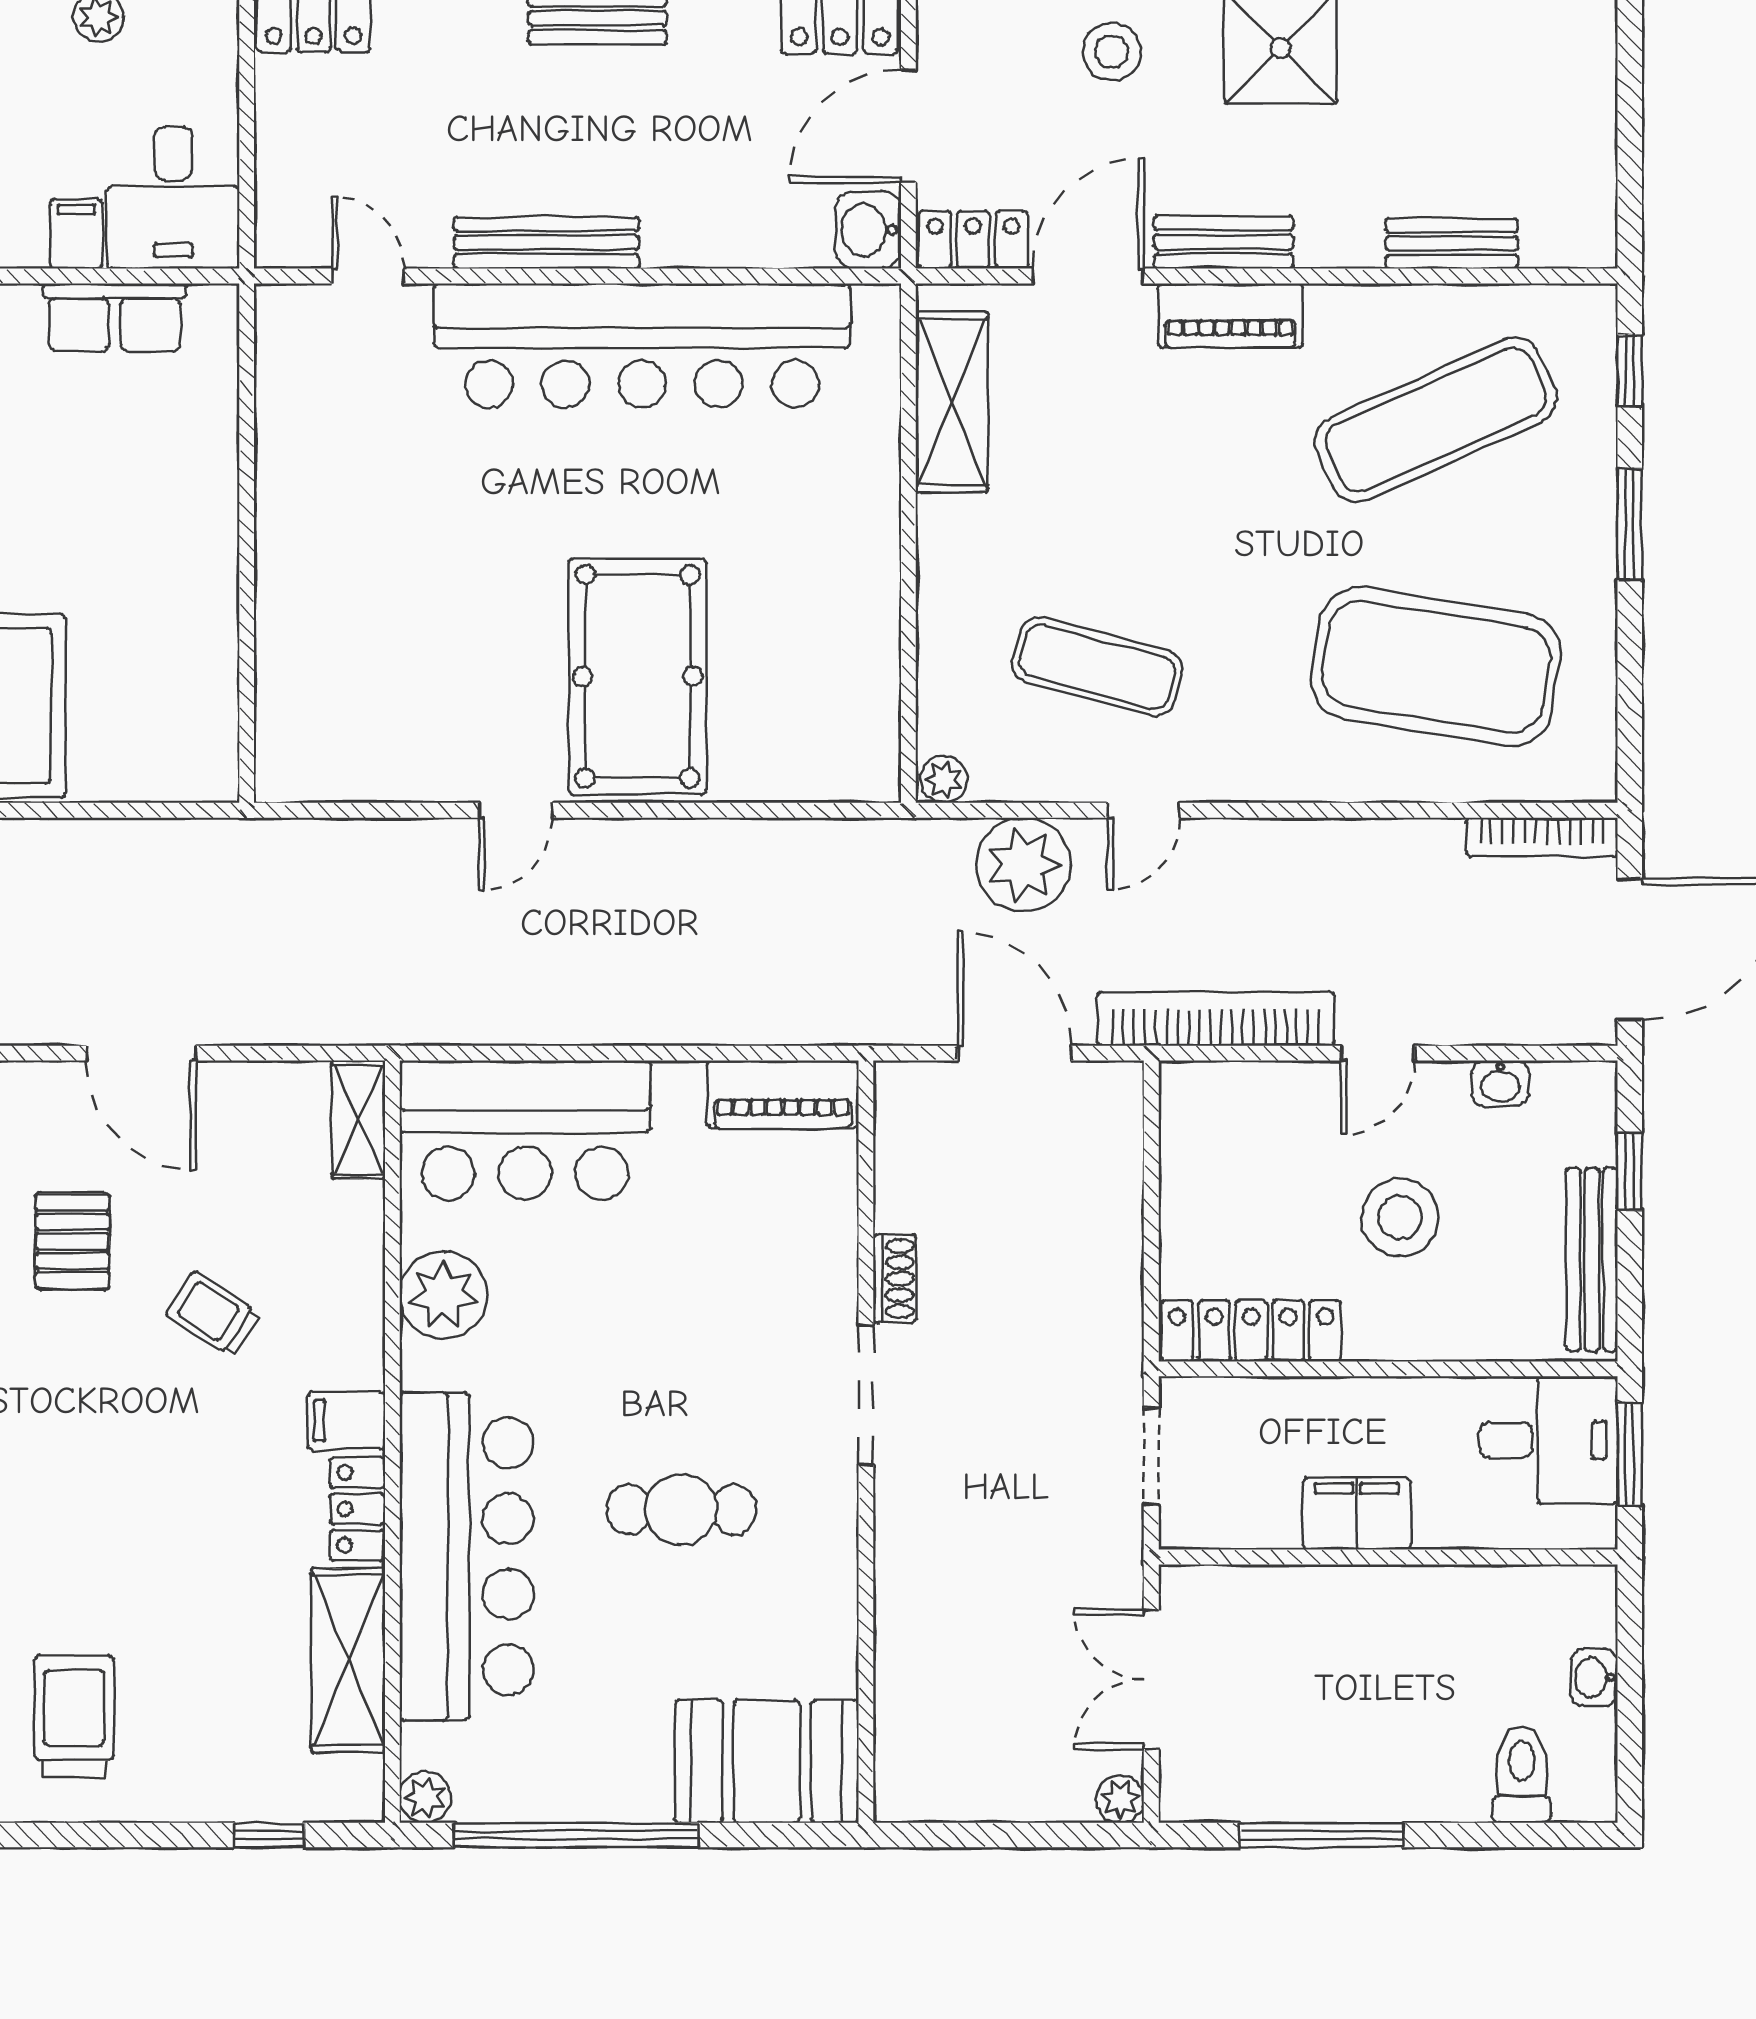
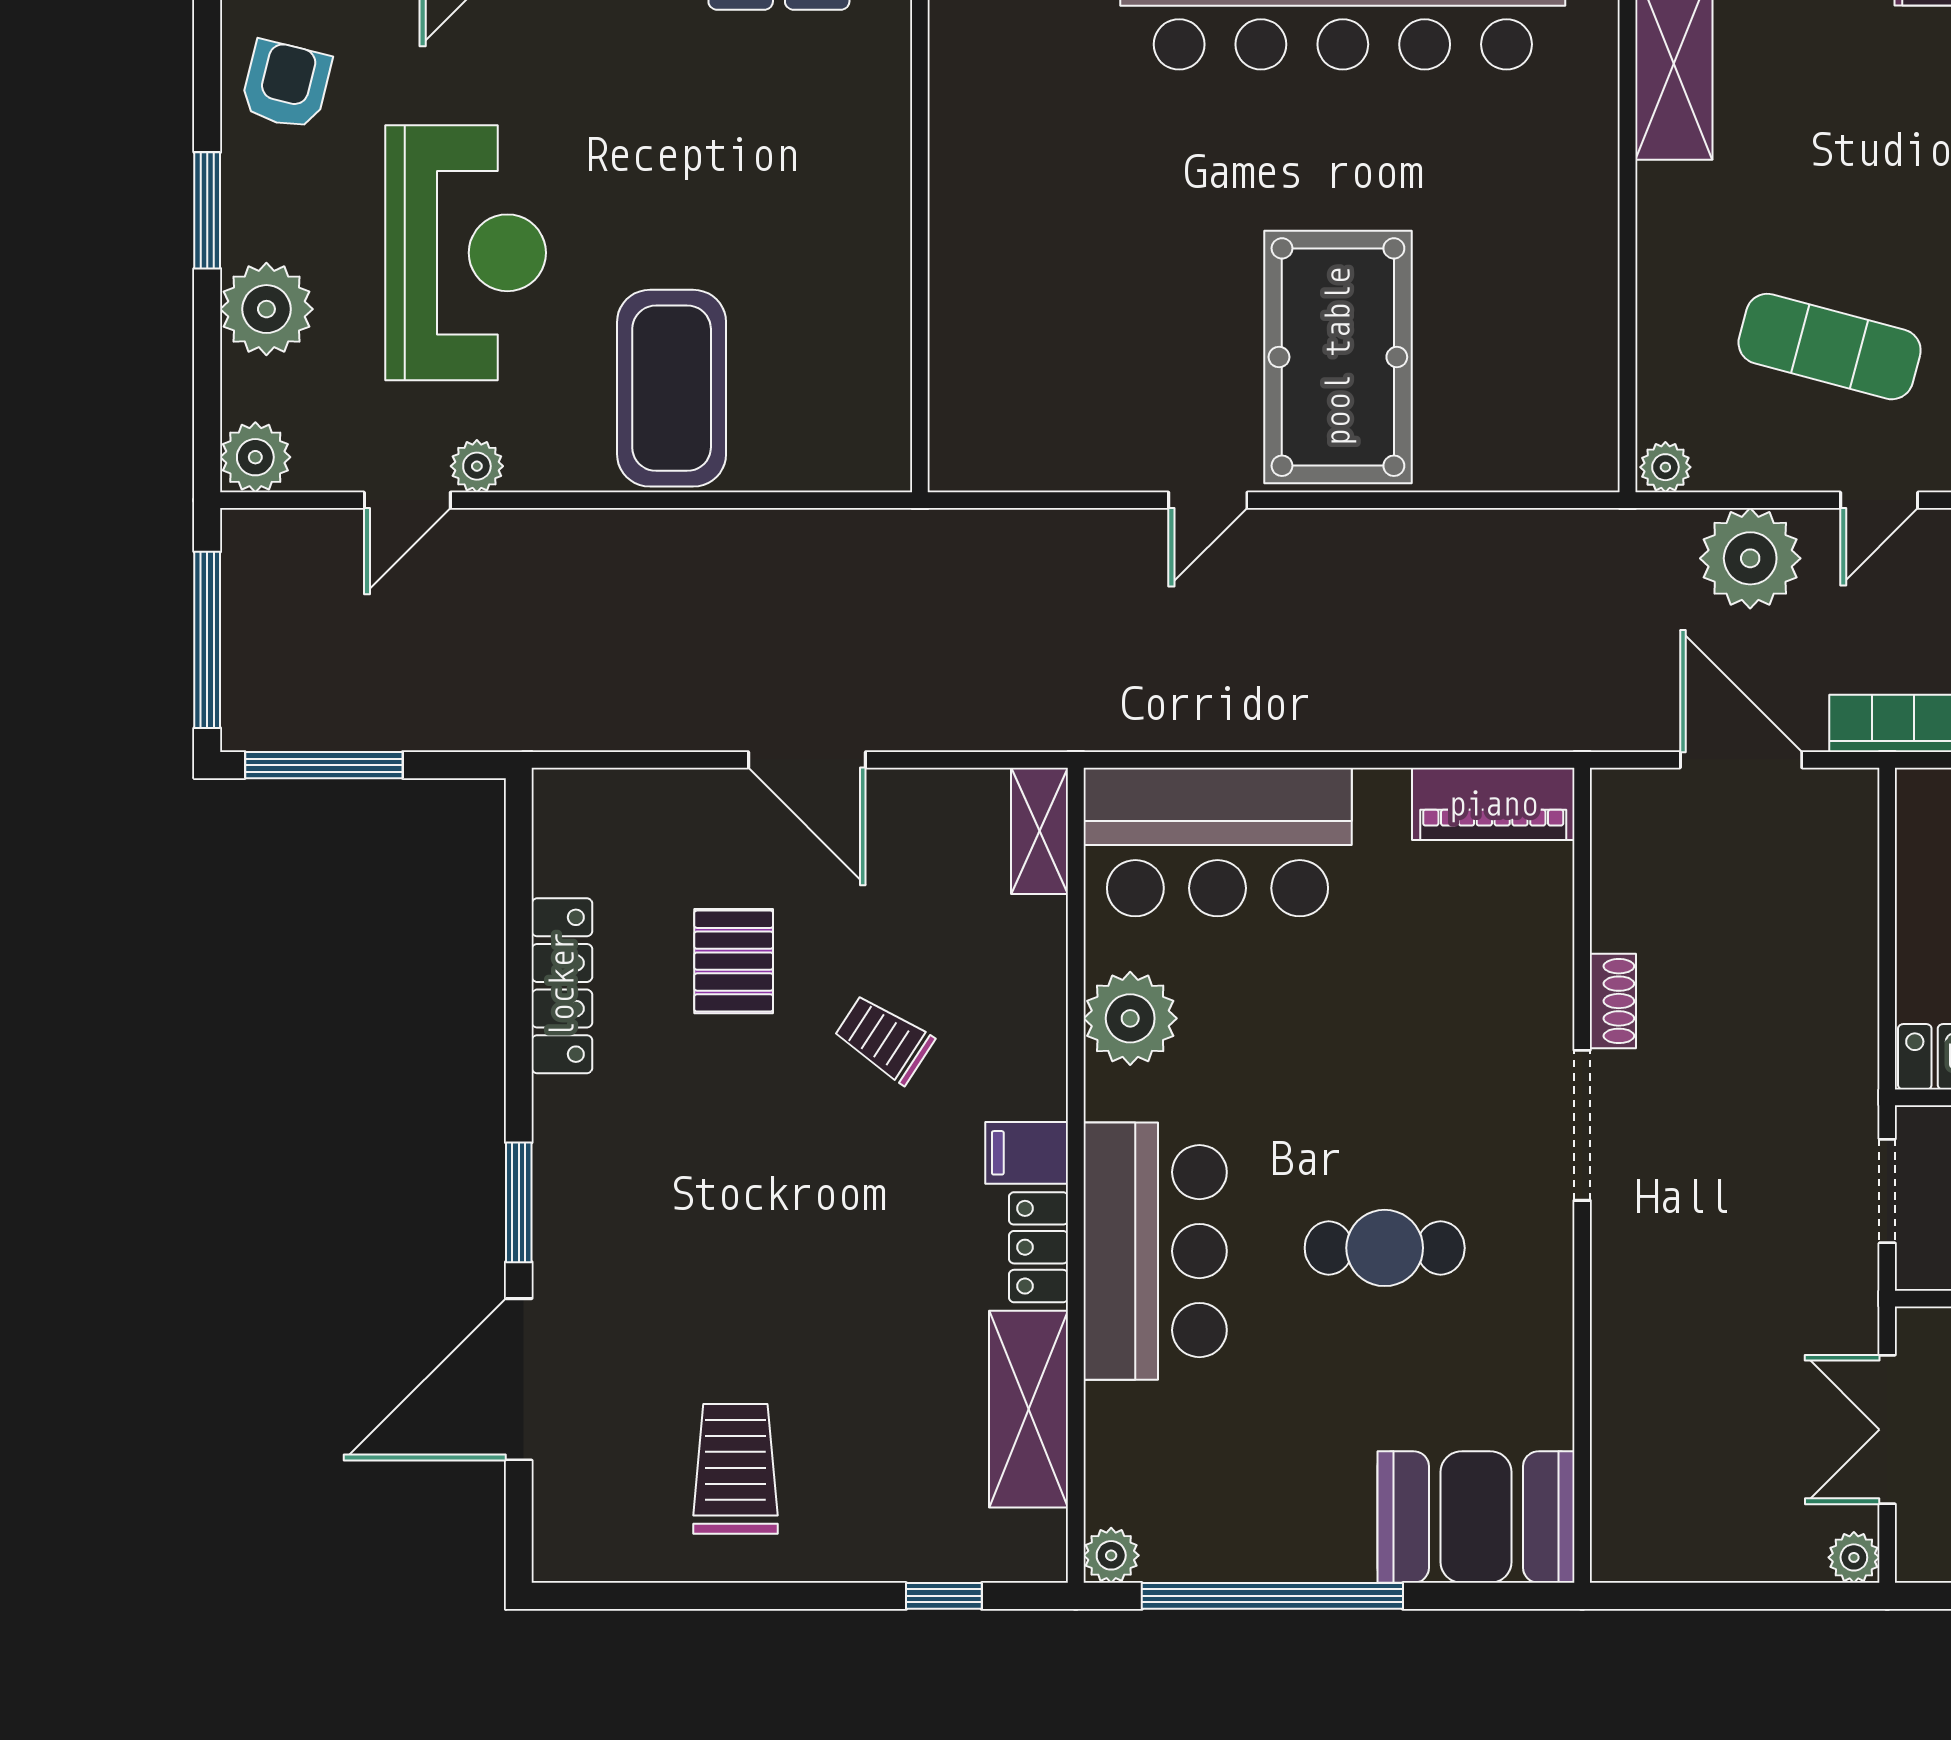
bar counter: (467, 1556) -> (1155, 1251), width x0.73

